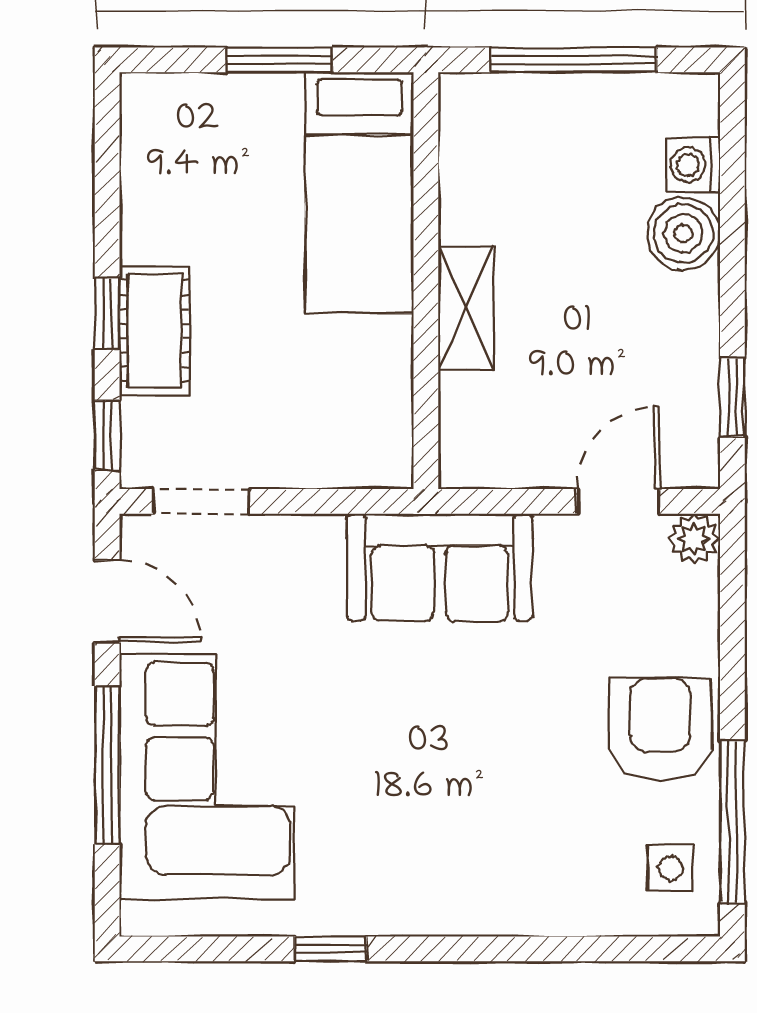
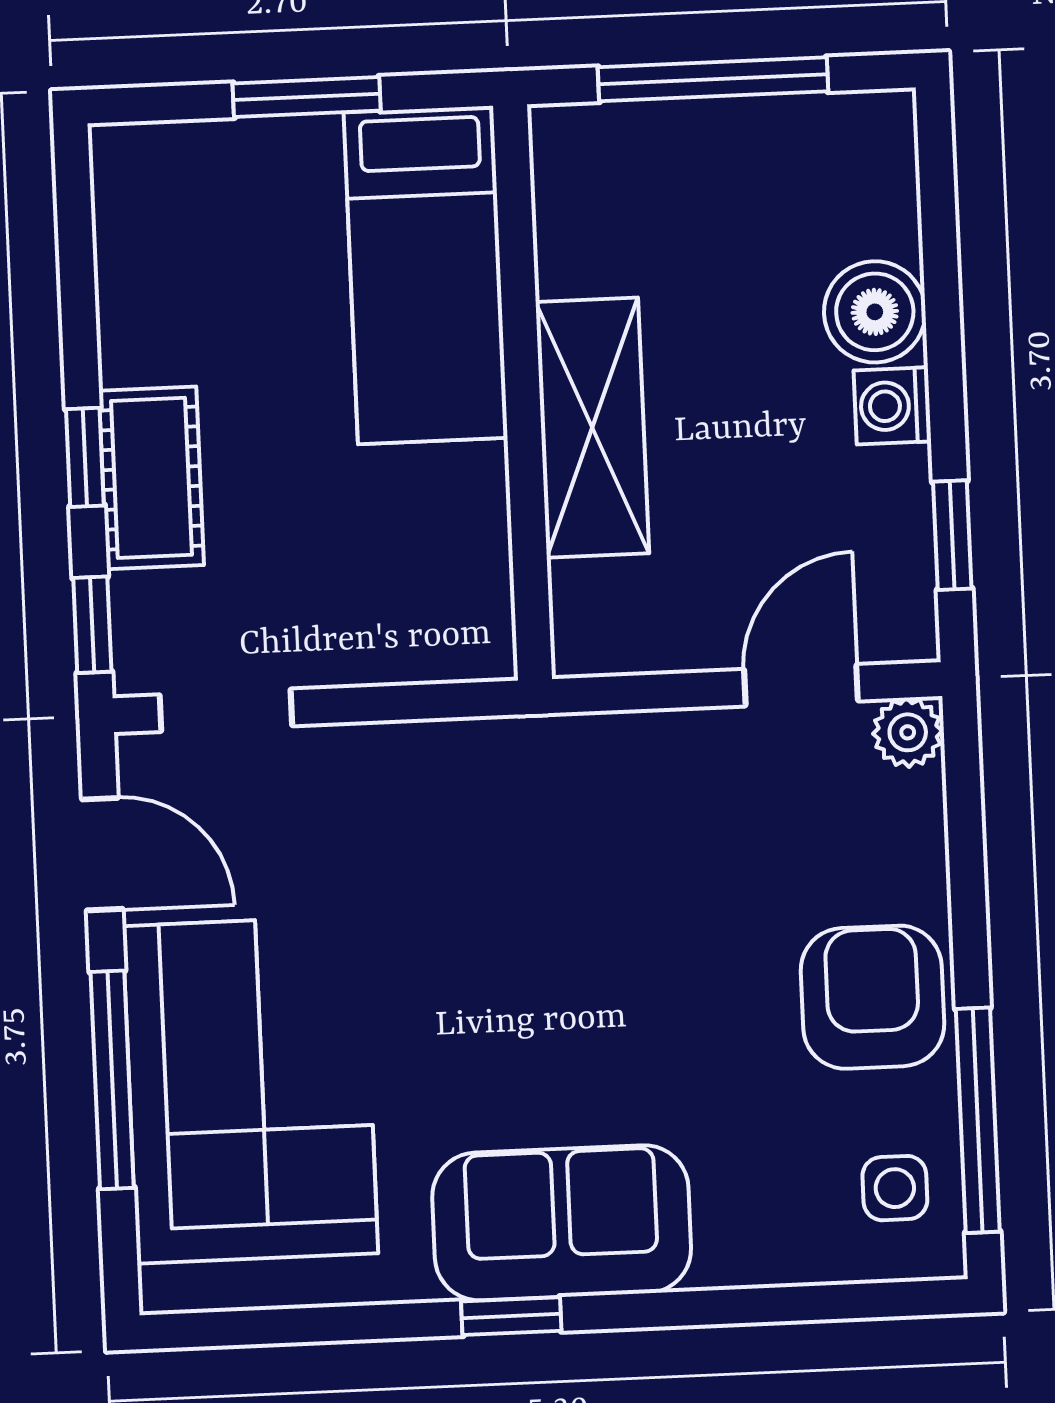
washing machine: (693, 165) -> (892, 406), moved
shelving: (466, 308) -> (592, 428), width x1.50, depth x1.33
sofa: (440, 567) -> (562, 1223), moved, turned 180
window: (330, 949) -> (511, 1316), moved

